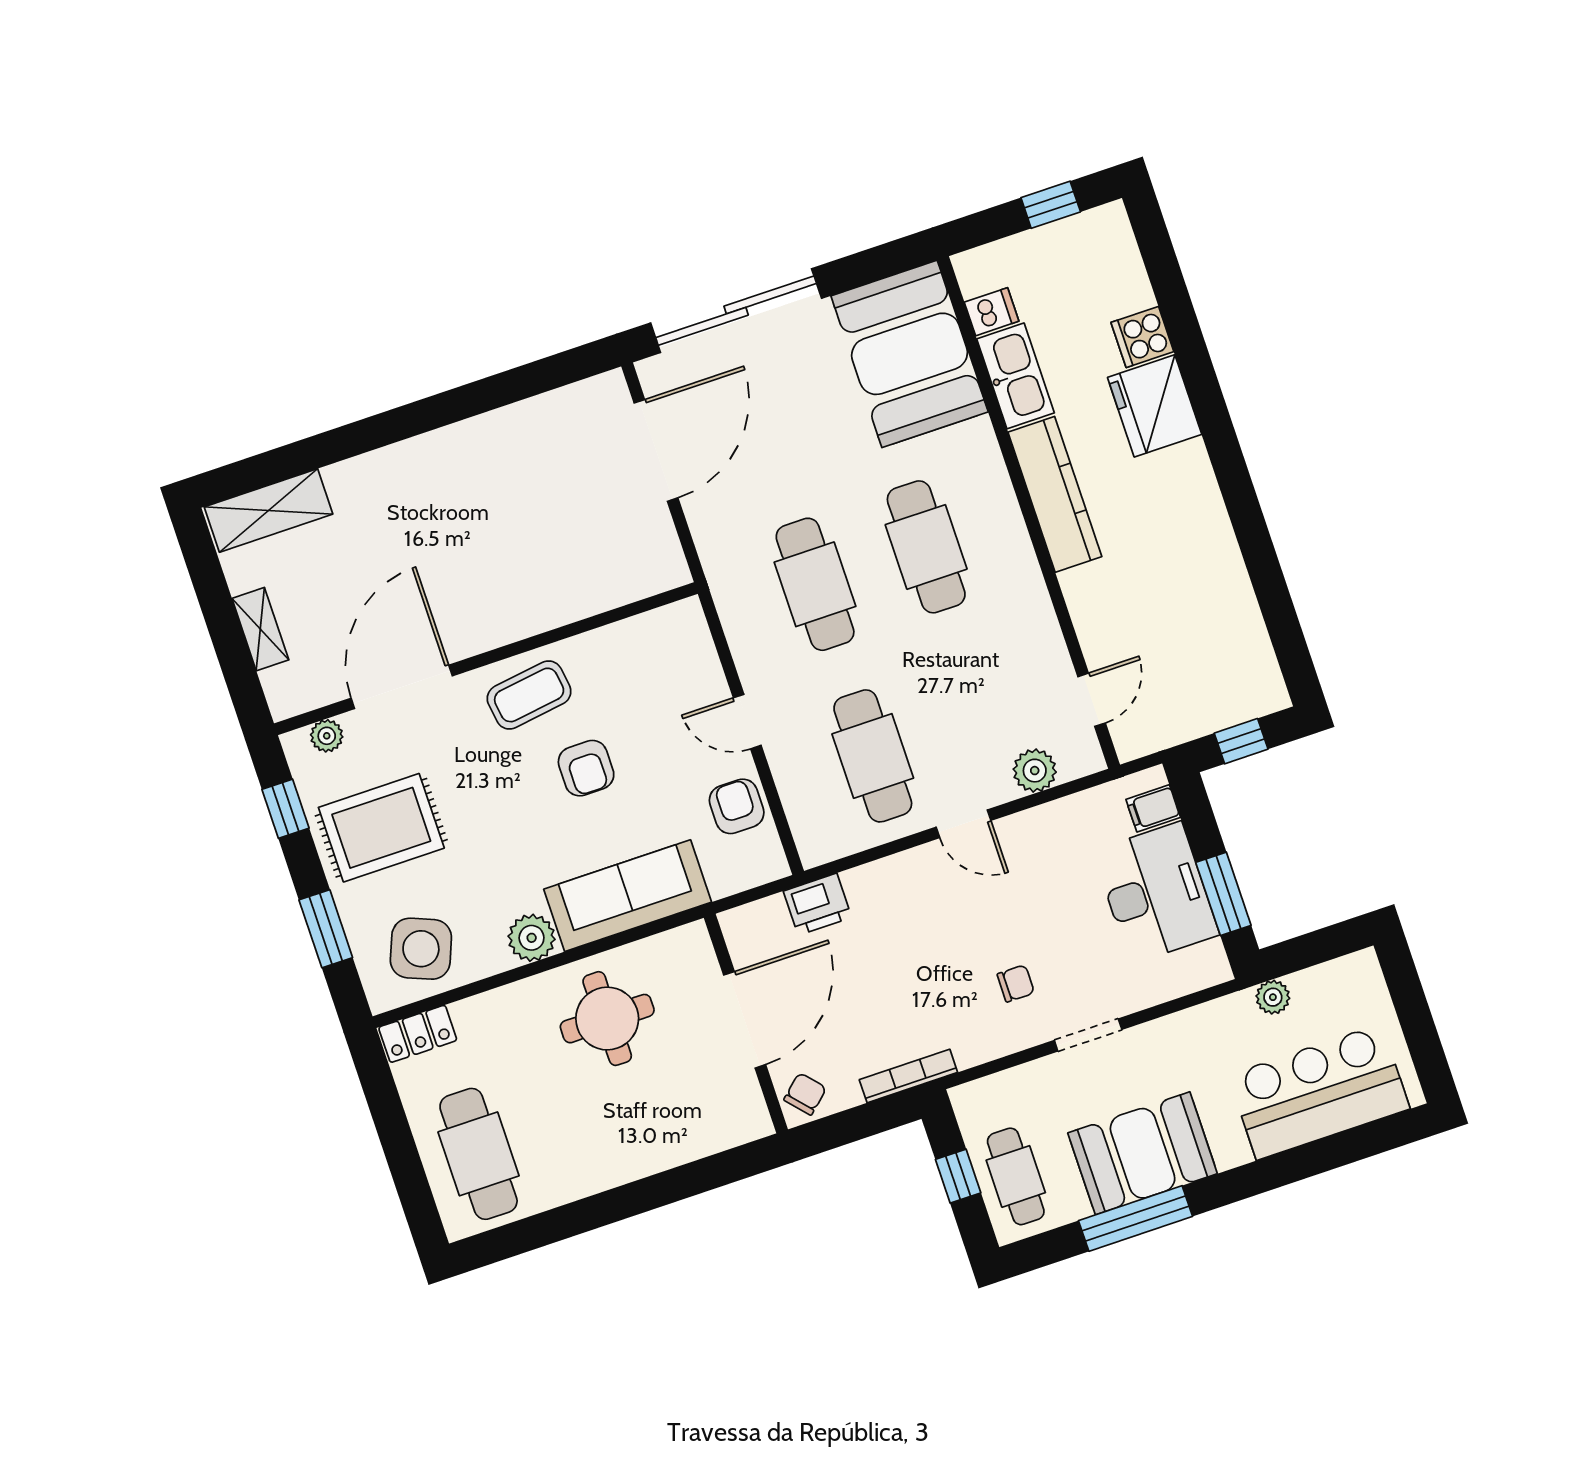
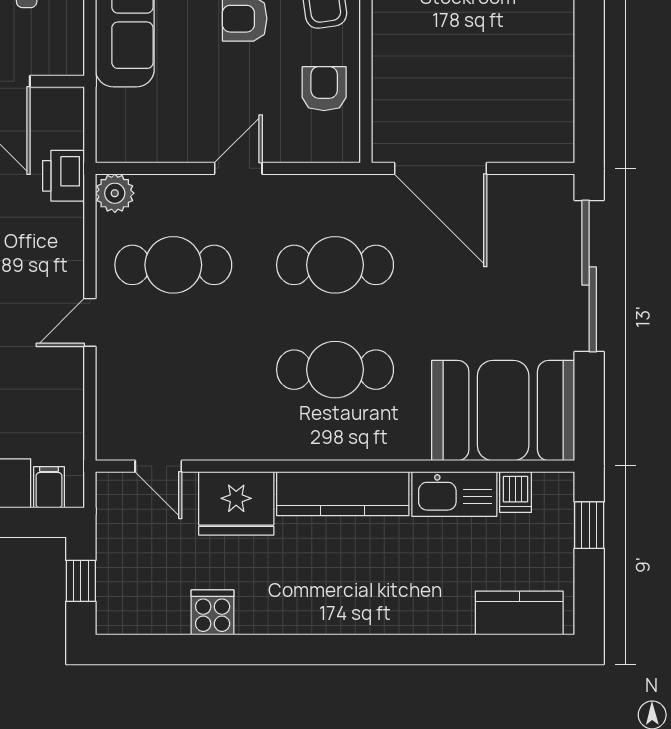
window: (1051, 205) -> (589, 525), moved
kitchen counter: (1119, 265) -> (519, 613), added
cooker: (1142, 337) -> (213, 612), moved
fridge: (1155, 406) -> (236, 503), moved, turned 180
door: (656, 450) -> (440, 168), moved
plant: (1035, 771) -> (115, 193), moved
armchair: (737, 806) -> (324, 89), moved, turned -90

